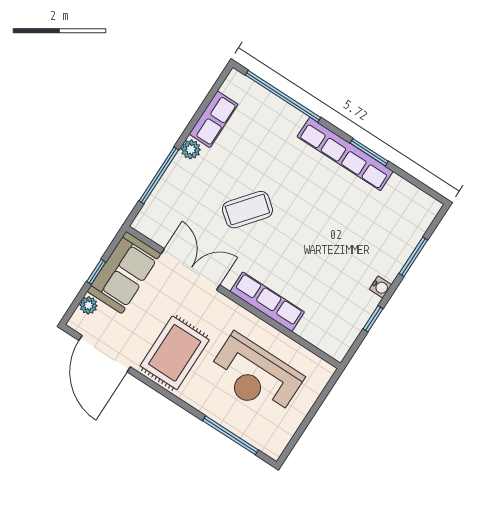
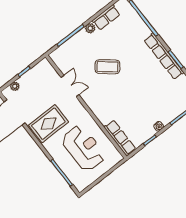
double door: (190, 269) -> (70, 86), width x0.73
sofa: (124, 272) -> (37, 76), removed
row of seats: (267, 302) -> (120, 138), moved
reception desk: (255, 376) -> (83, 148), turned 180

